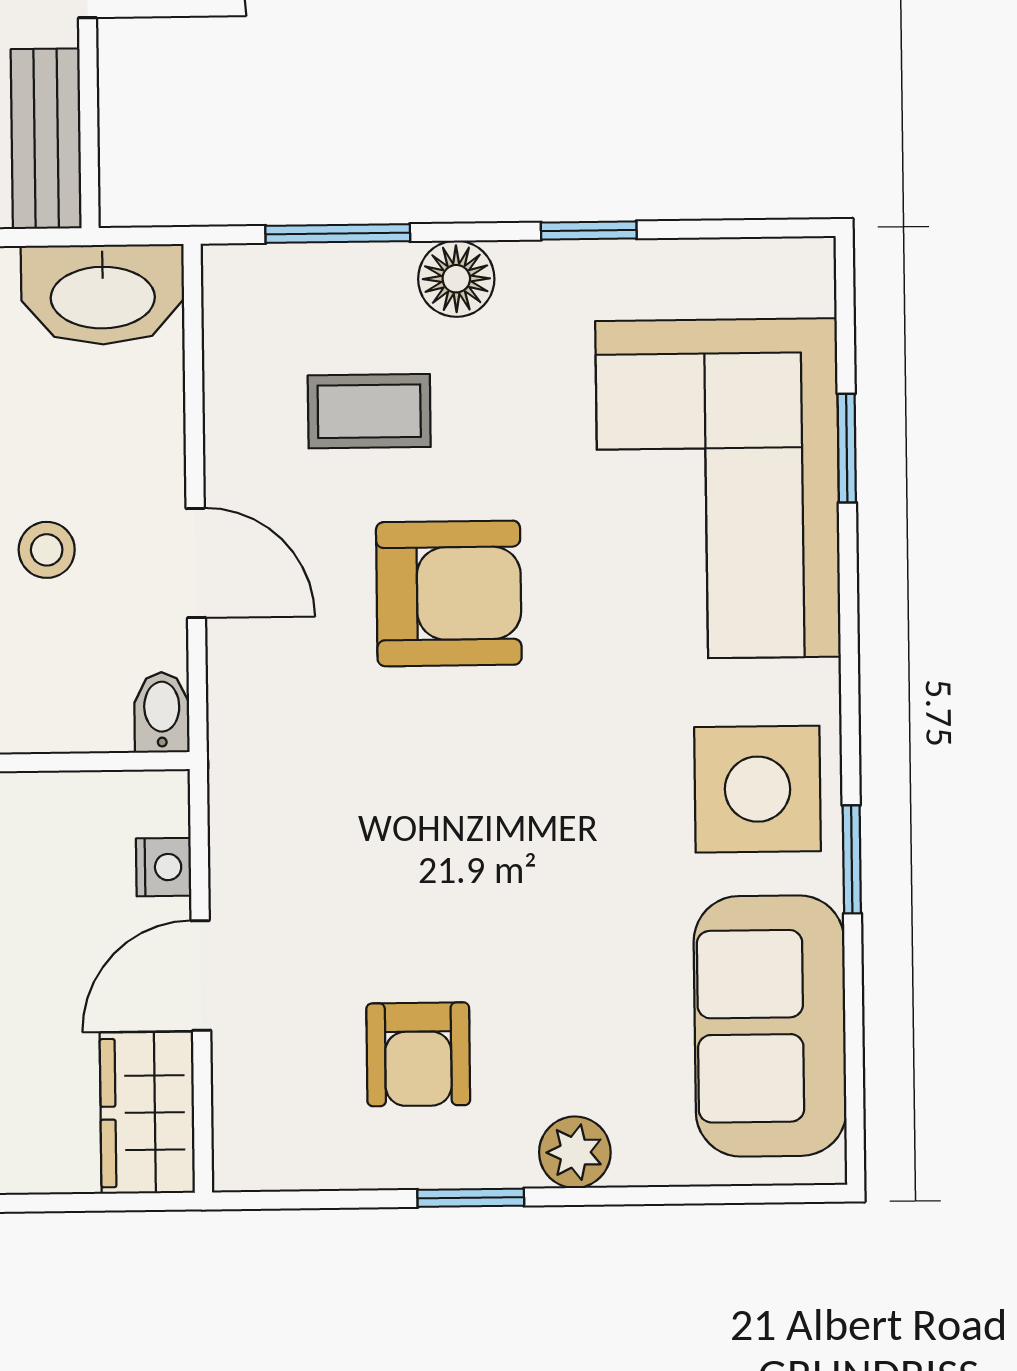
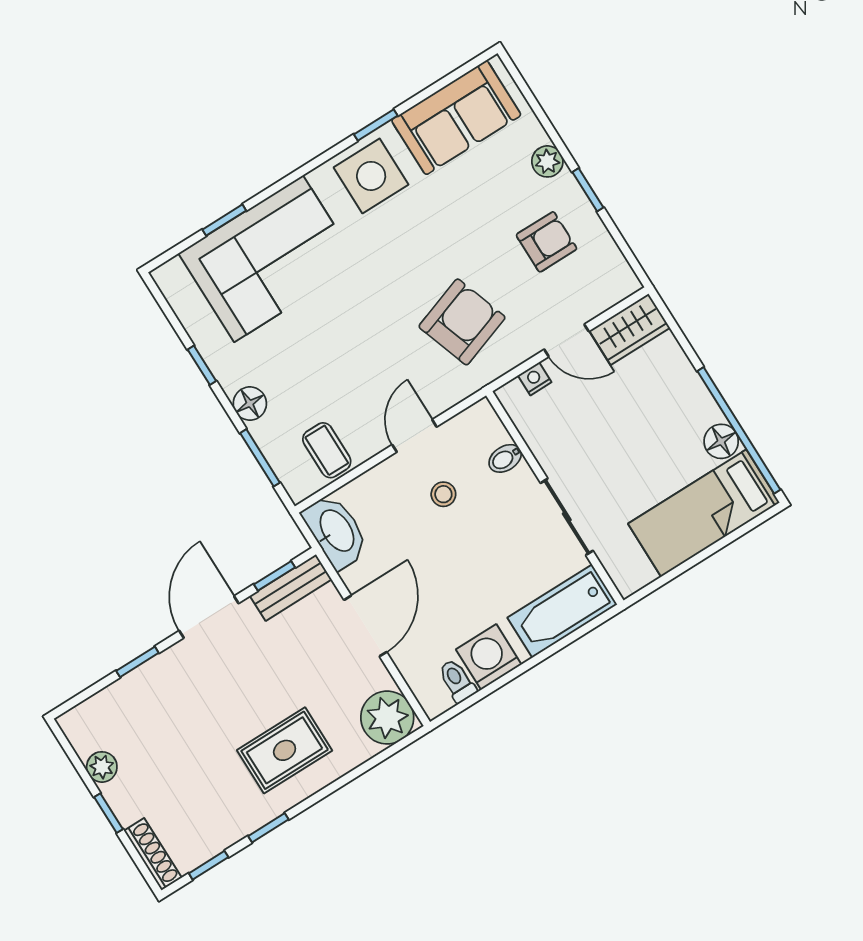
window: (89, 121) -> (275, 576), added
coffee table: (369, 411) -> (327, 450), moved
armchair: (449, 593) -> (462, 322), moved, turned 71
bidet: (162, 712) -> (505, 458), moved

